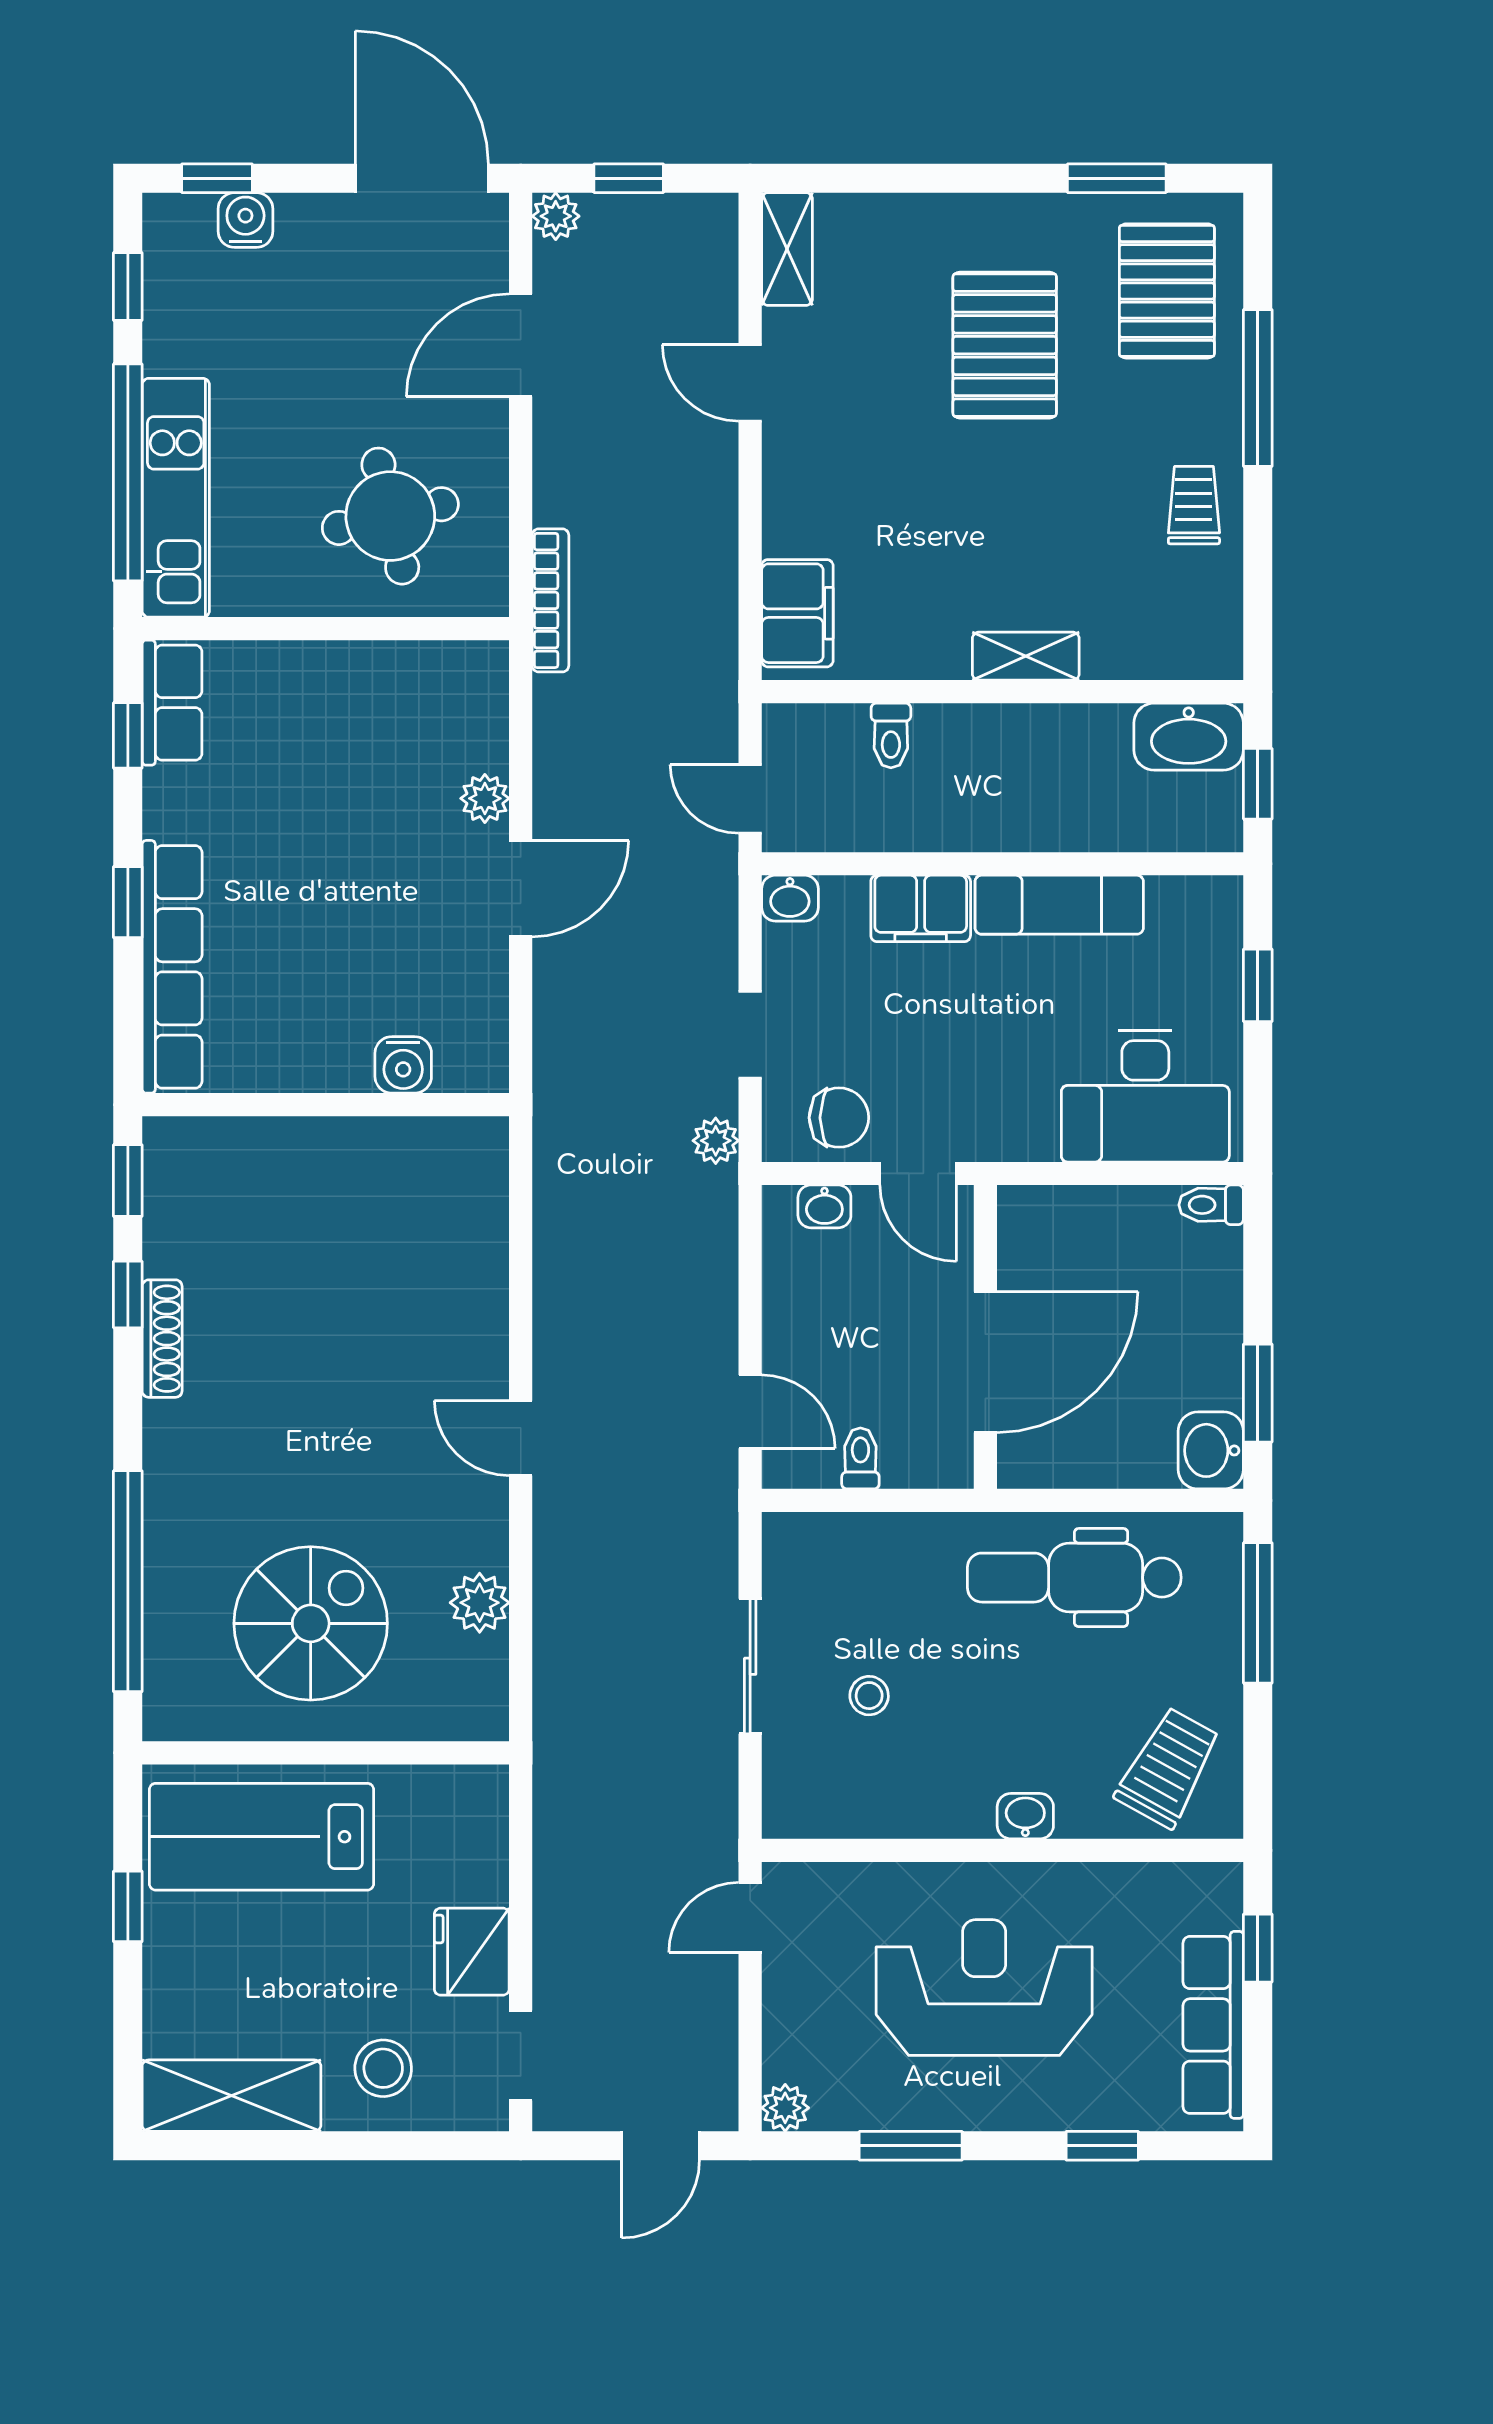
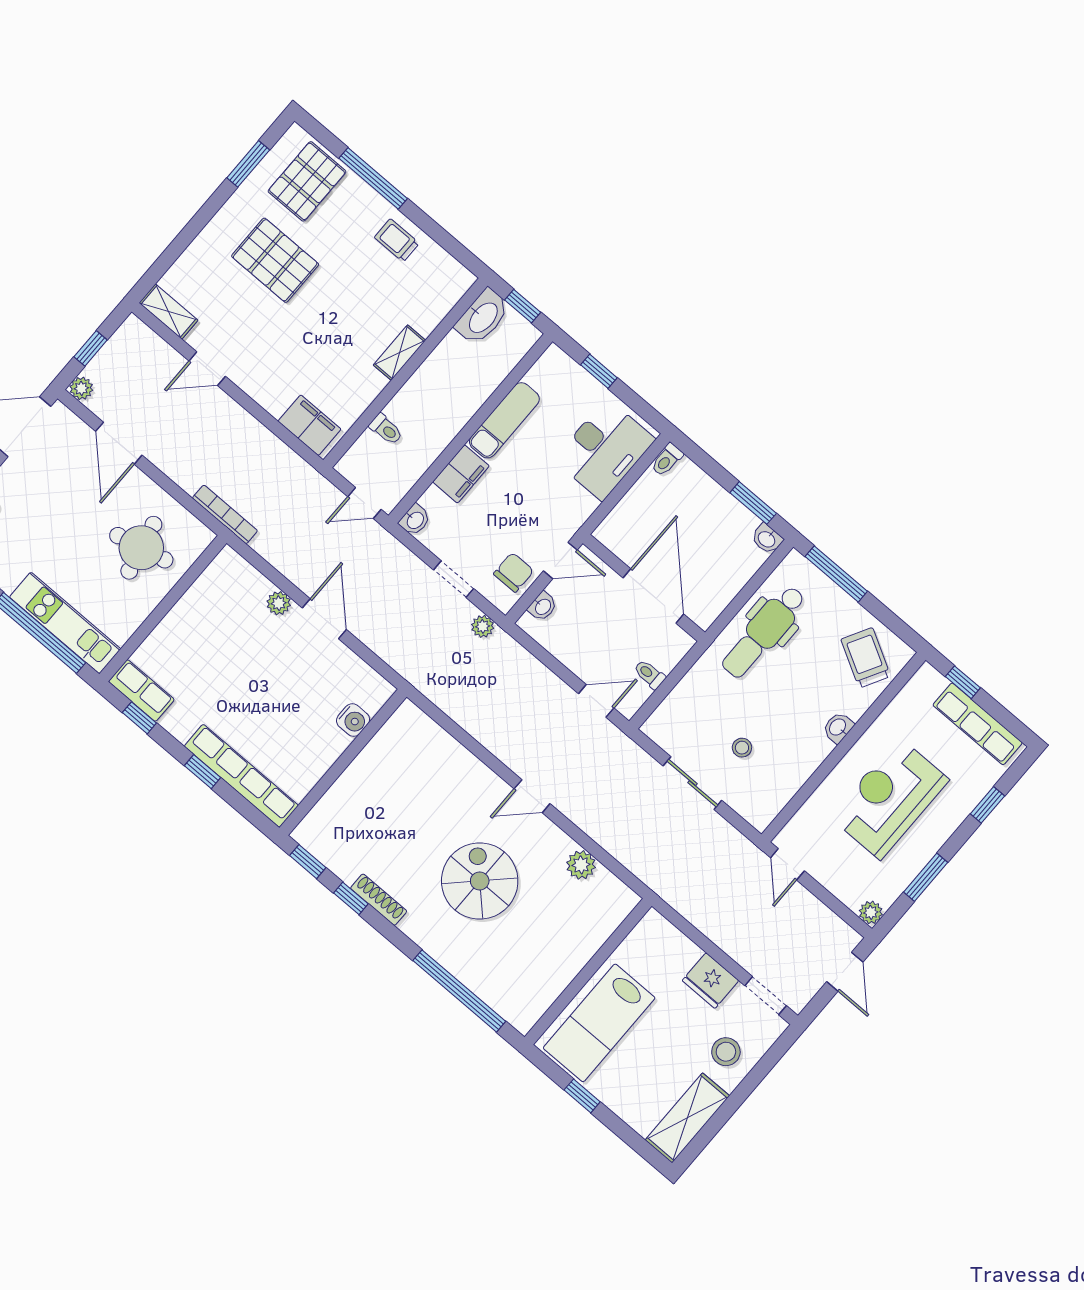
pallet: (1167, 291) -> (307, 181), turned 90
washbasin: (1211, 1450) -> (767, 539), width x0.72, depth x0.69
spiral stairs: (311, 1623) -> (480, 881), moved

